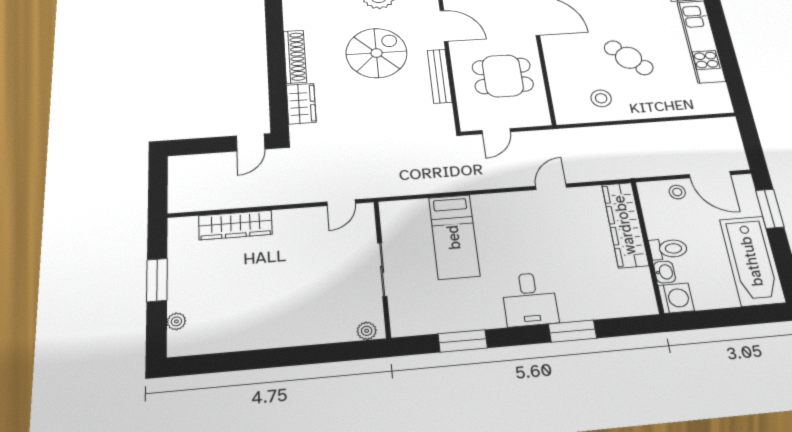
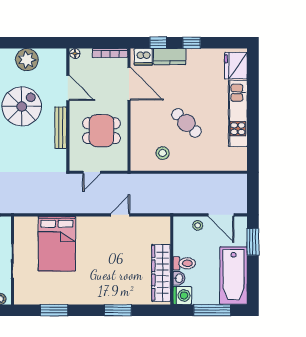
wardrobe: (625, 225) -> (161, 273), moved
bed: (454, 237) -> (57, 244), width x1.50
desk: (530, 299) -> (96, 288), removed
window: (731, 317) -> (212, 310), added

